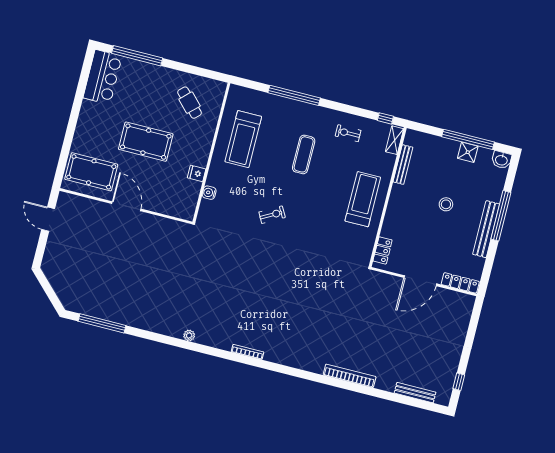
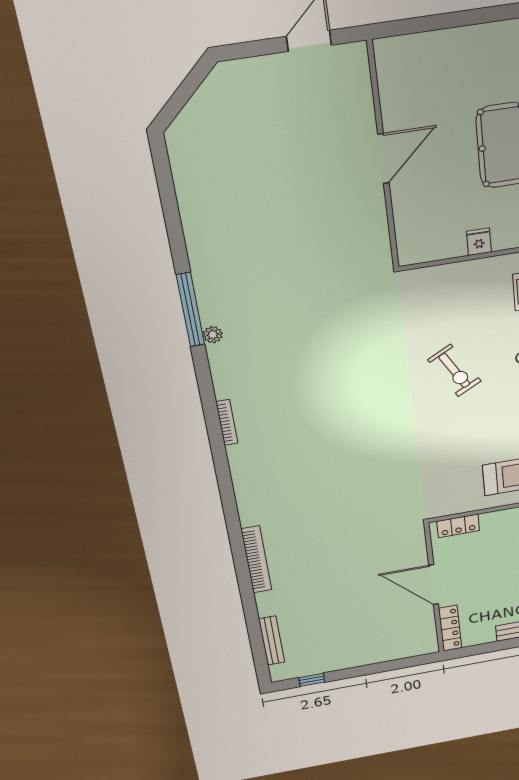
pool table: (91, 172) -> (420, 79), removed
water cooler: (209, 193) -> (455, 272), removed
exercise bike: (272, 215) -> (454, 371), width x1.38, depth x1.39
window: (102, 323) -> (191, 310), moved

